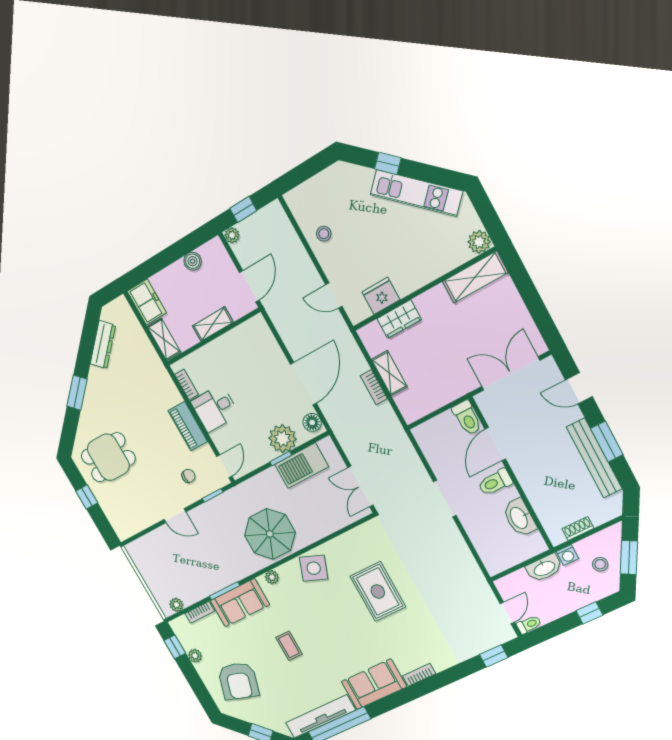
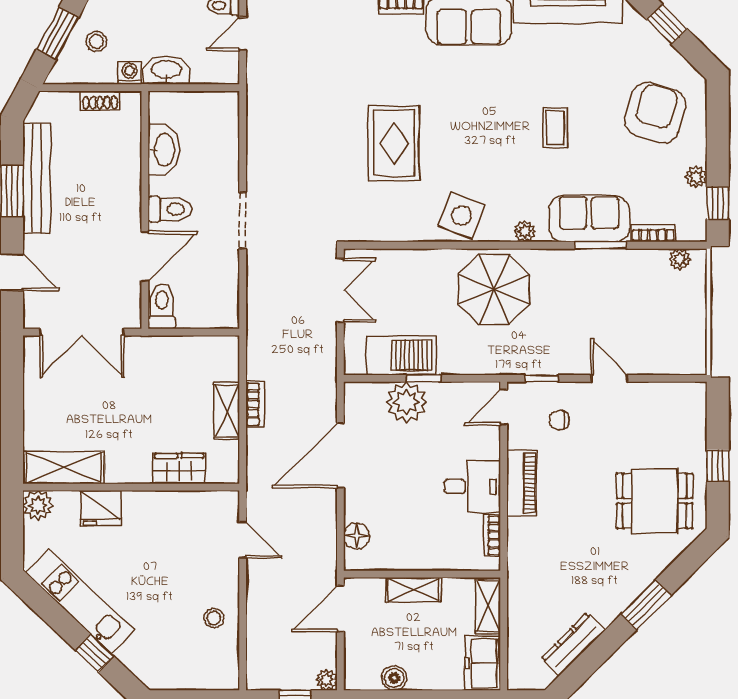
fridge: (381, 296) -> (101, 508), moved
floor lamp: (312, 422) -> (357, 536), moved

